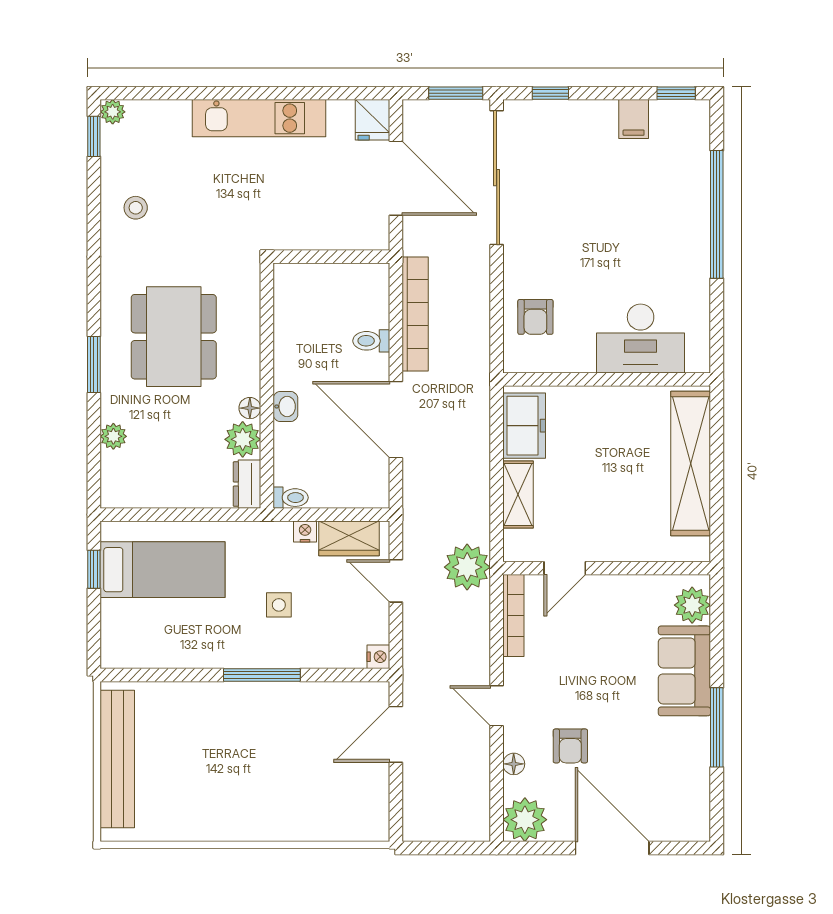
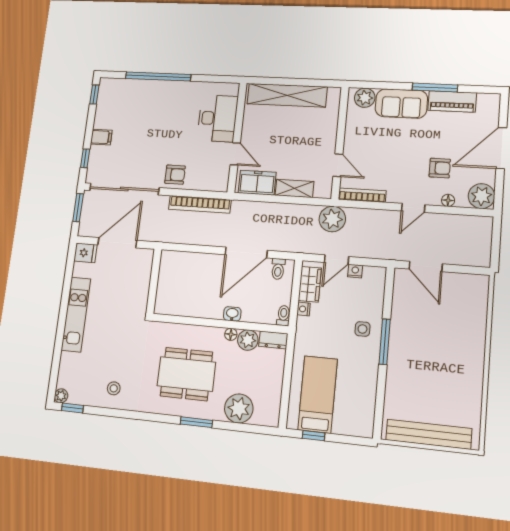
filing cabinet: (634, 119) -> (101, 137), moved
bookcase: (415, 314) -> (200, 204), moved, turned 180
armchair: (535, 317) -> (175, 175), moved
toilet: (371, 341) -> (278, 269), moved
door: (575, 379) -> (235, 154), added
plant: (113, 436) -> (239, 408), width x1.87, depth x1.87
side table: (279, 605) -> (362, 329), moved
nightstand: (378, 657) -> (355, 271), moved
piano: (692, 759) -> (452, 101), added

